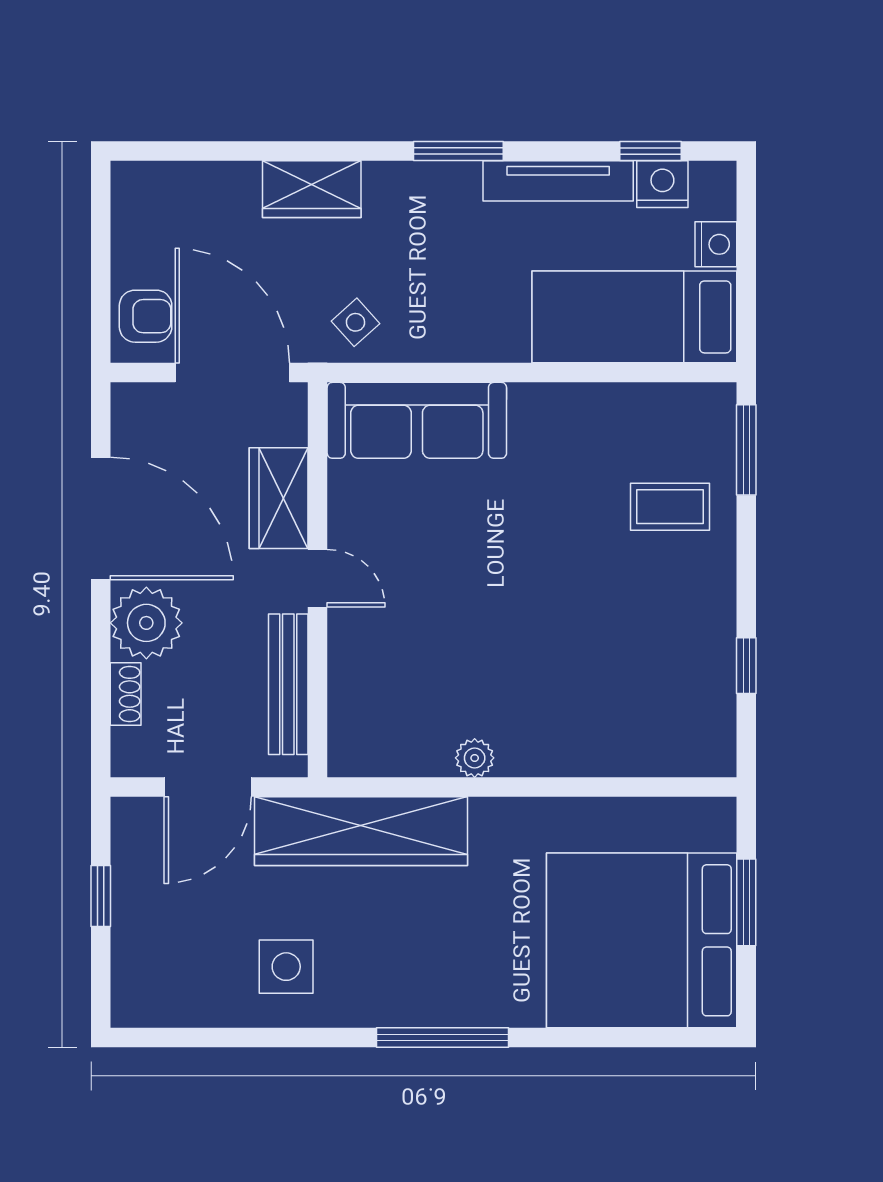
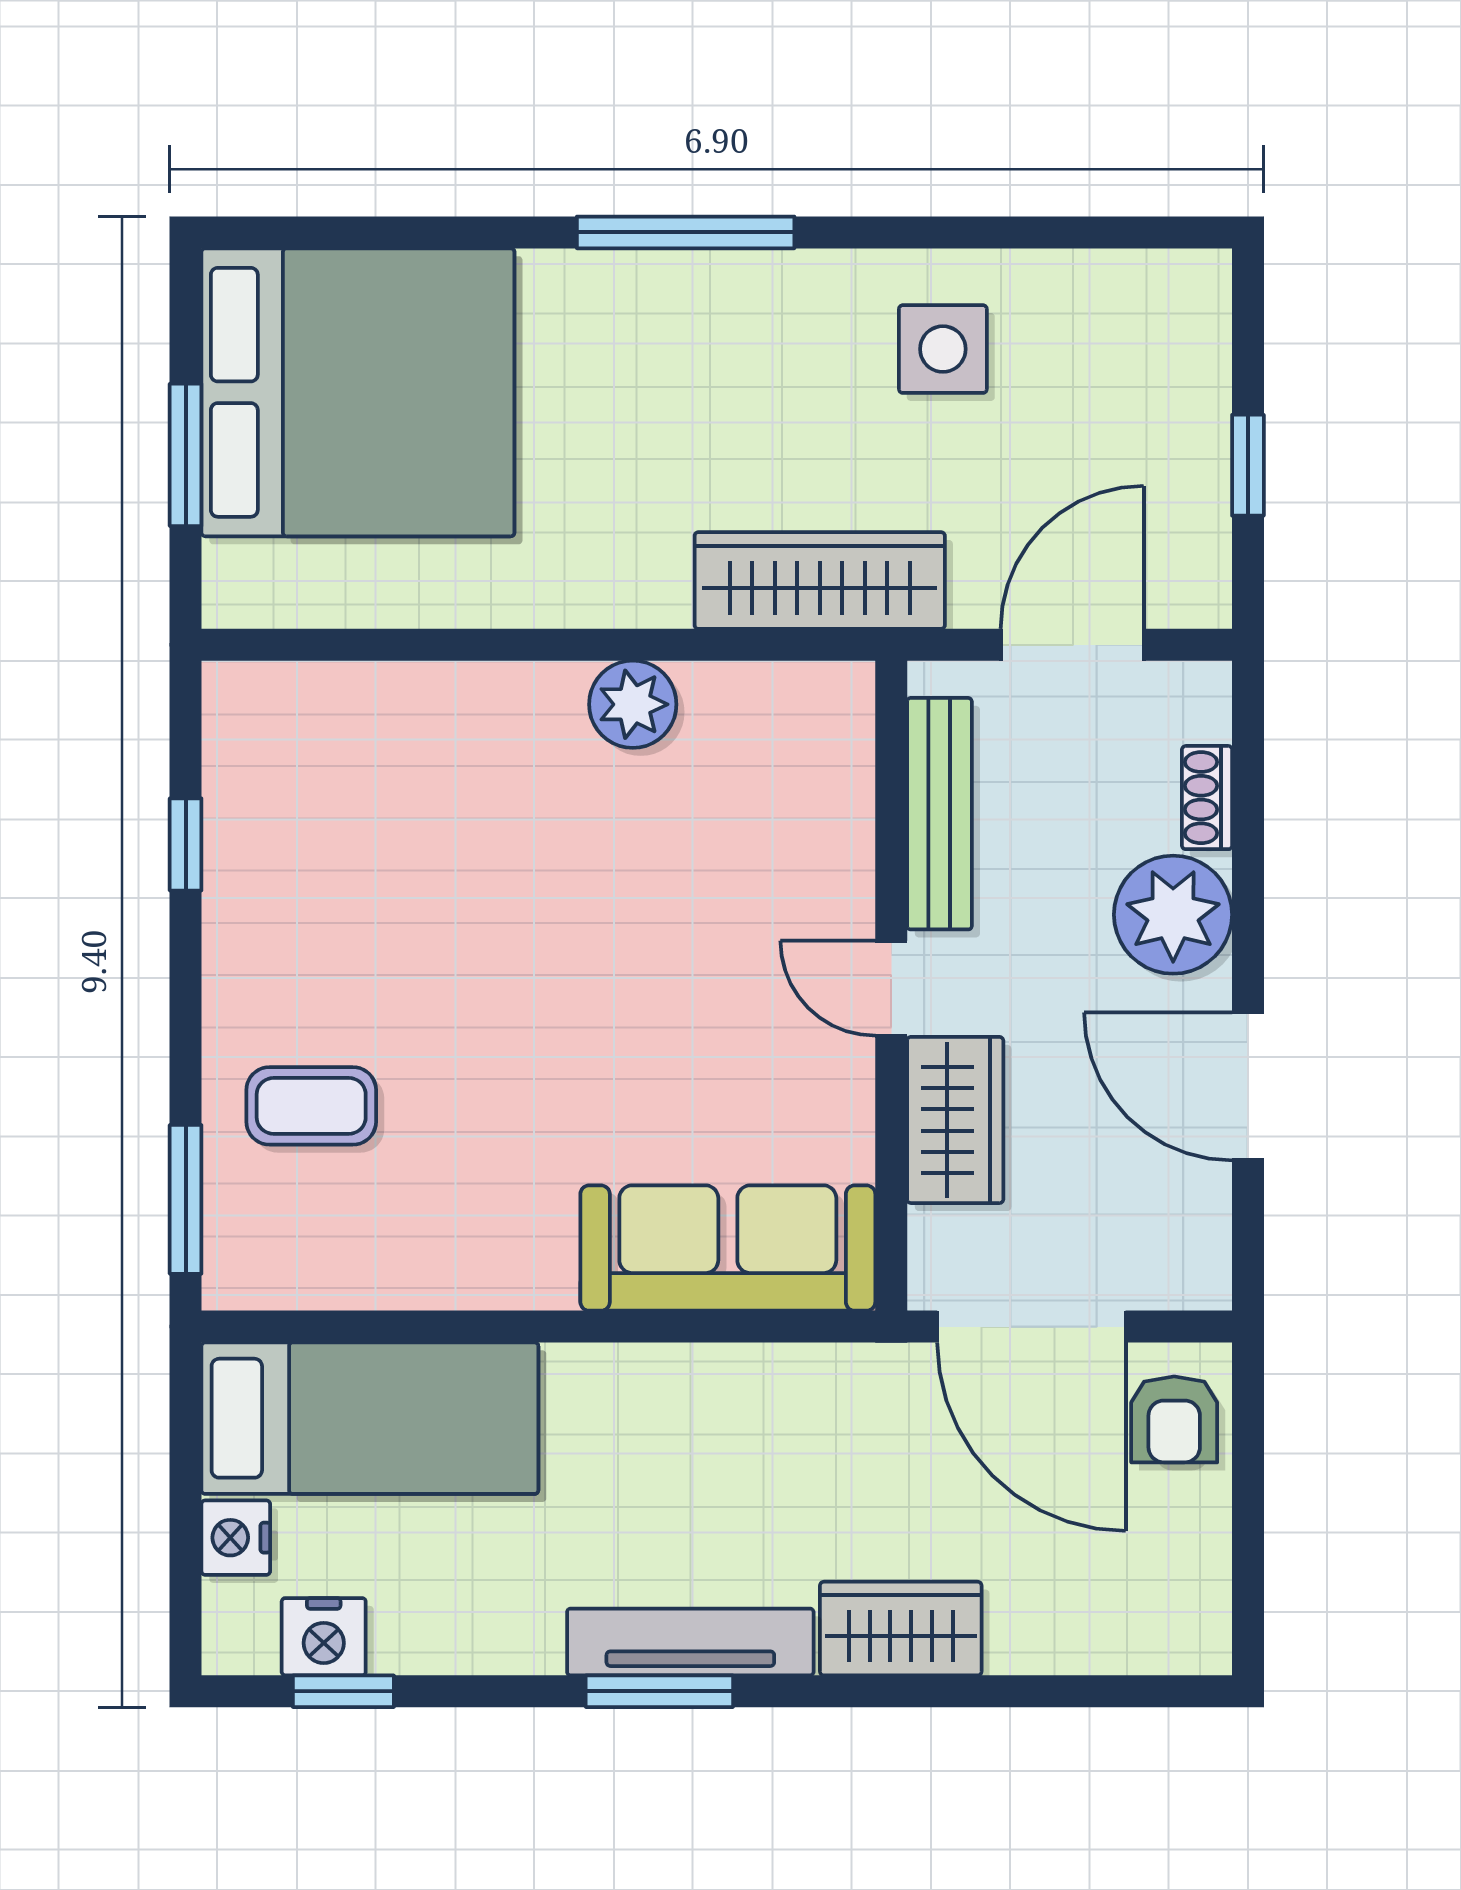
tv unit: (558, 181) -> (690, 1642), moved
armchair: (146, 316) -> (1174, 1419), turned -90
side table: (356, 322) -> (829, 1409), removed
door: (101, 519) -> (1248, 1086), width x0.73
plant: (475, 758) -> (633, 704), width x1.38, depth x1.38
wardrobe: (361, 831) -> (820, 580), width x0.71, depth x0.85

